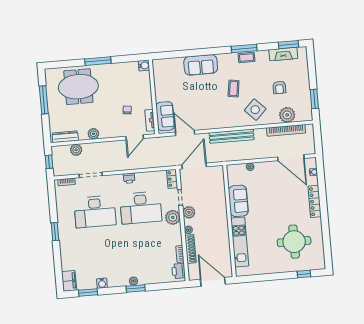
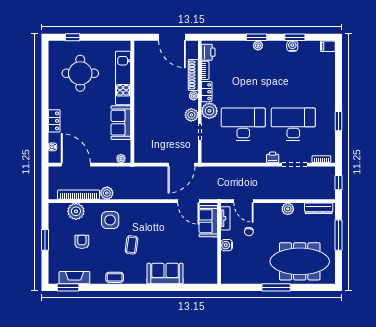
window: (244, 48) -> (117, 287), removed
water cooler: (144, 66) -> (227, 245), moved
meeting table: (78, 87) -> (300, 261), width x1.36
window: (314, 99) -> (45, 240), moved
window: (44, 100) -> (338, 235), moved
side table: (255, 110) -> (110, 220), turned 45
bench: (232, 136) -> (138, 193), removed
door: (135, 137) -> (243, 201), swing flipped
plant: (76, 150) -> (107, 193), moved
printer: (129, 178) -> (273, 157), moved
locker: (172, 179) -> (207, 92), moved
sofa: (238, 201) -> (121, 123), moved
locker: (315, 201) -> (54, 121), width x0.66
wall: (229, 221) -> (132, 102), moved
window: (55, 232) -> (338, 121), moved
kitchen unit: (240, 242) -> (123, 78), moved
filing cabinet: (69, 281) -> (328, 46), width x0.50
window: (88, 293) -> (295, 37), moved

